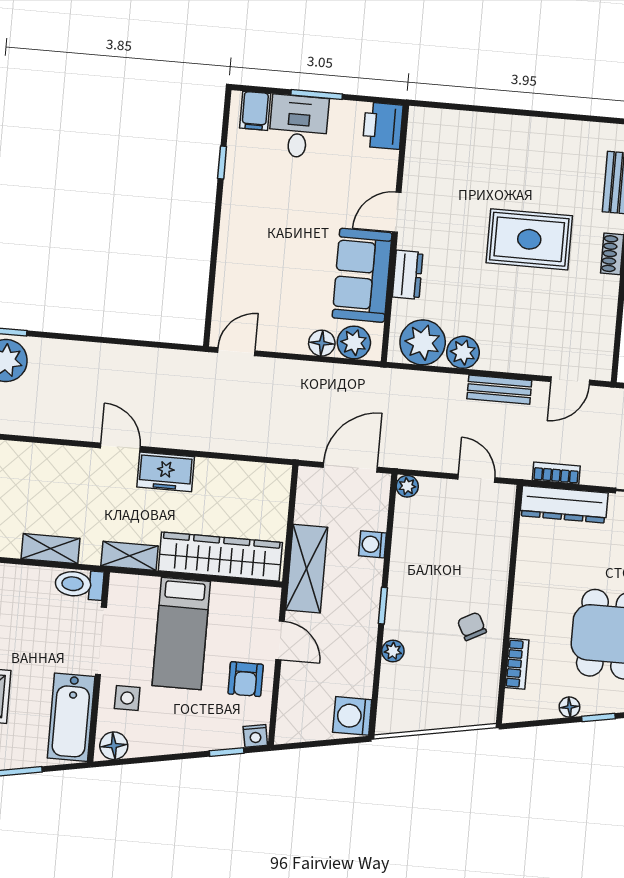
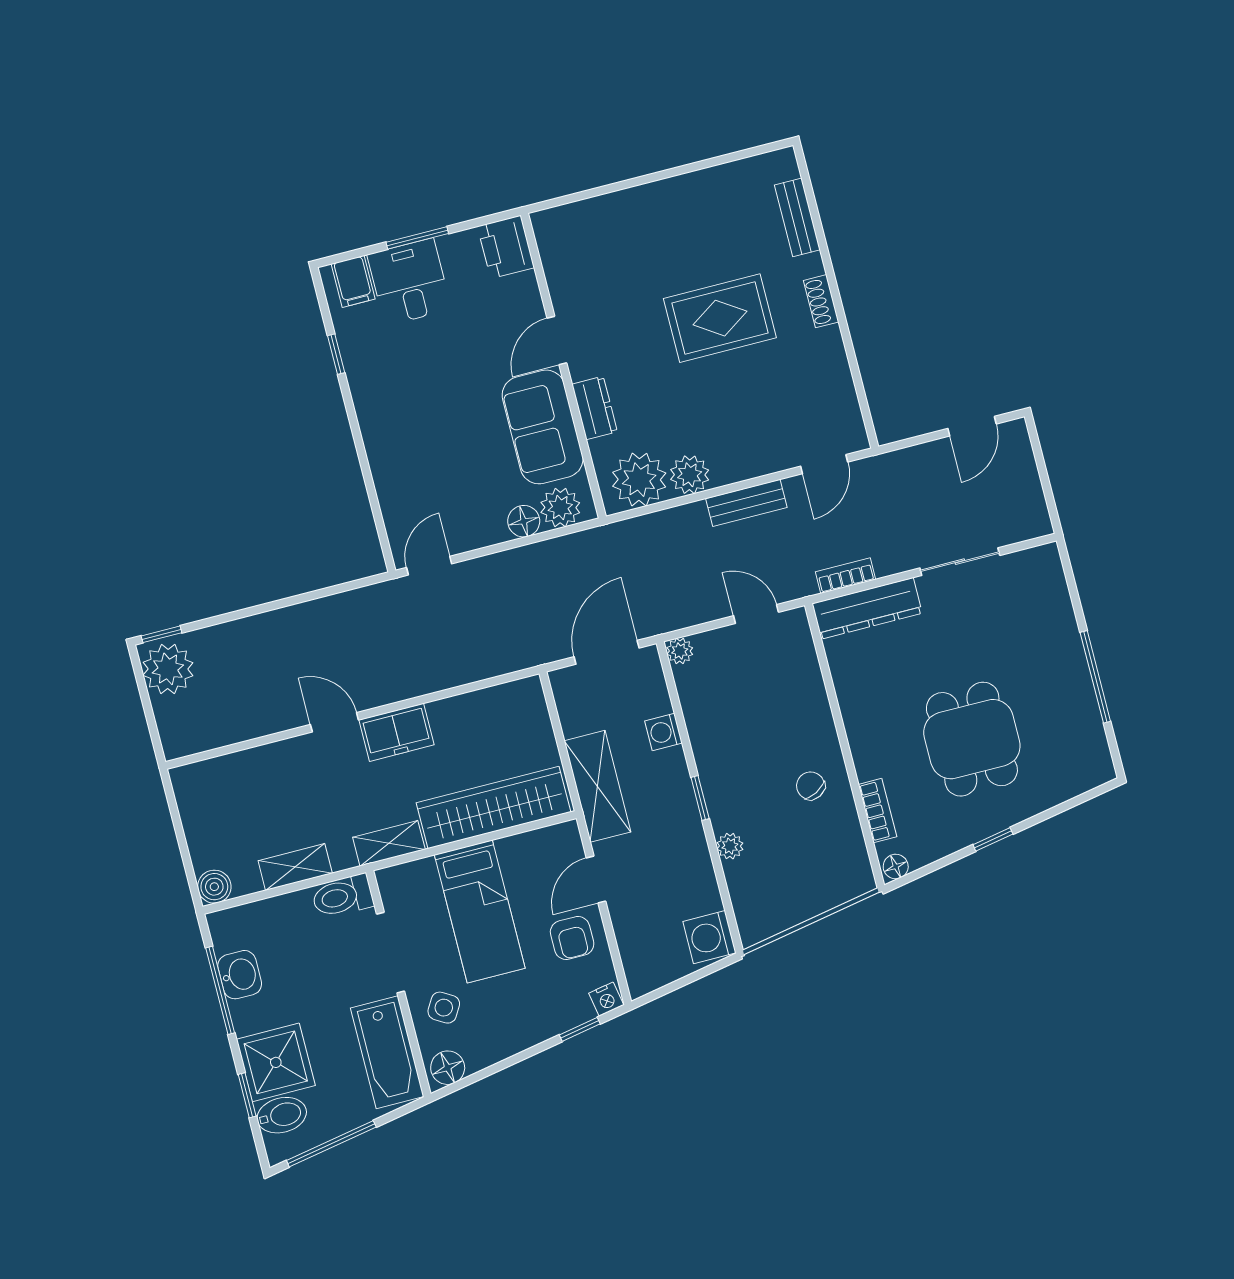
door: (280, 640) -> (596, 880), swing flipped
side table: (127, 698) -> (444, 1008), turned 31
floor lamp: (569, 707) -> (896, 866), moved

